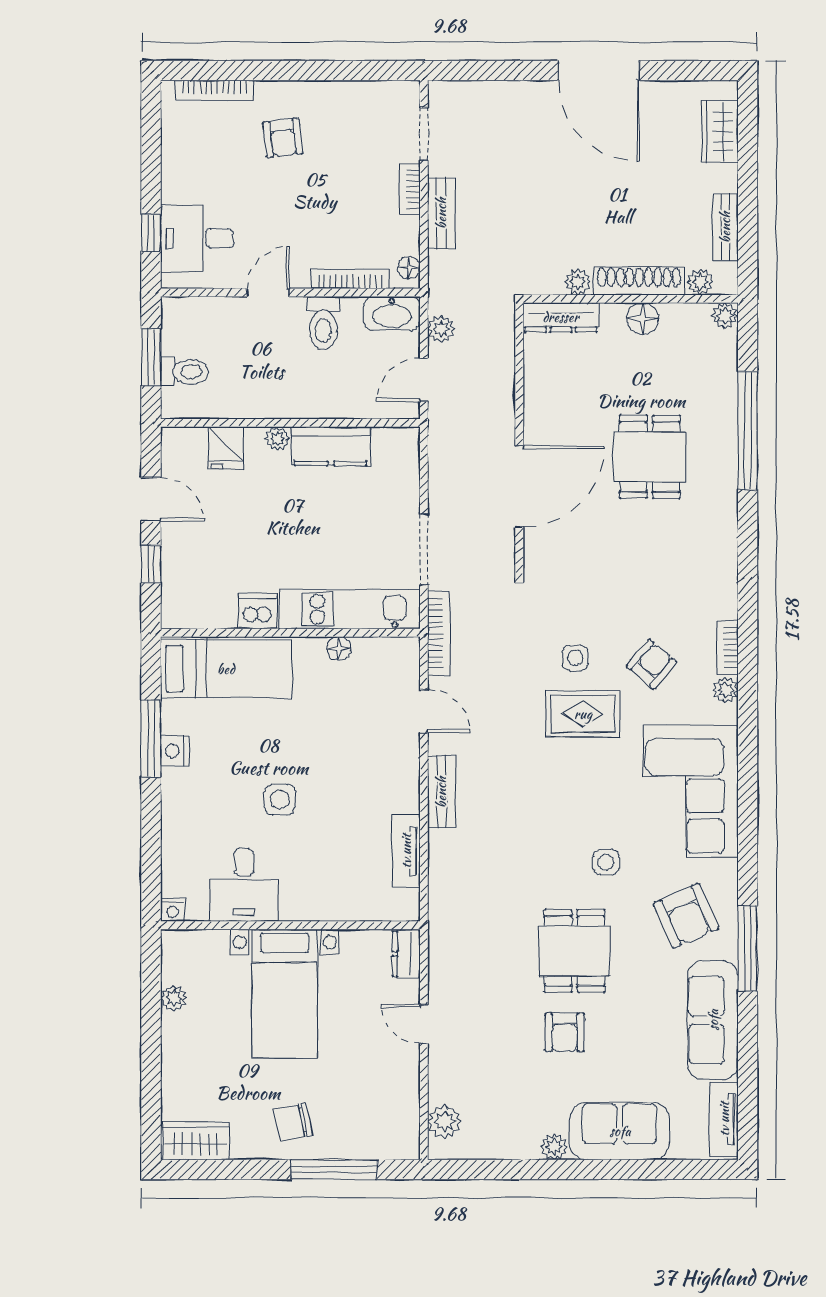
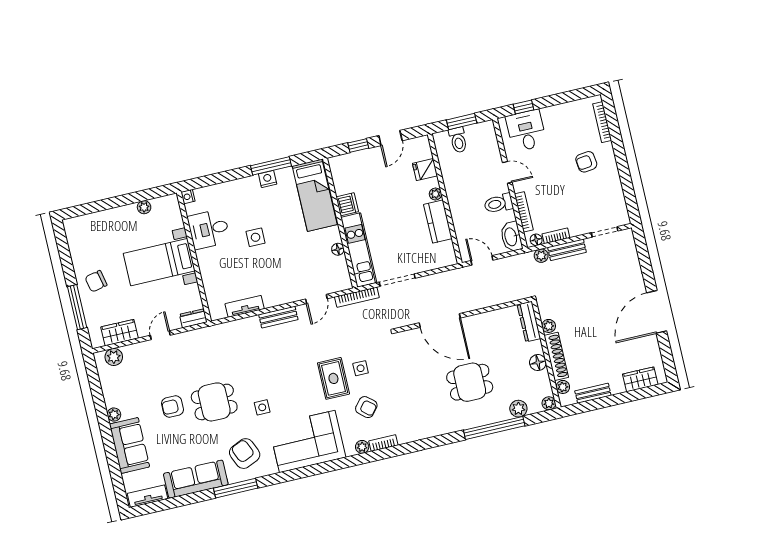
bookcase: (410, 189) -> (556, 236), moved
plant: (441, 329) -> (541, 256), moved
plant: (722, 376) -> (518, 409), added
armchair: (686, 916) -> (245, 454), turned 90
chair: (293, 1122) -> (96, 281), turned -90
wardrobe: (196, 1141) -> (119, 333), moved, turned -90

